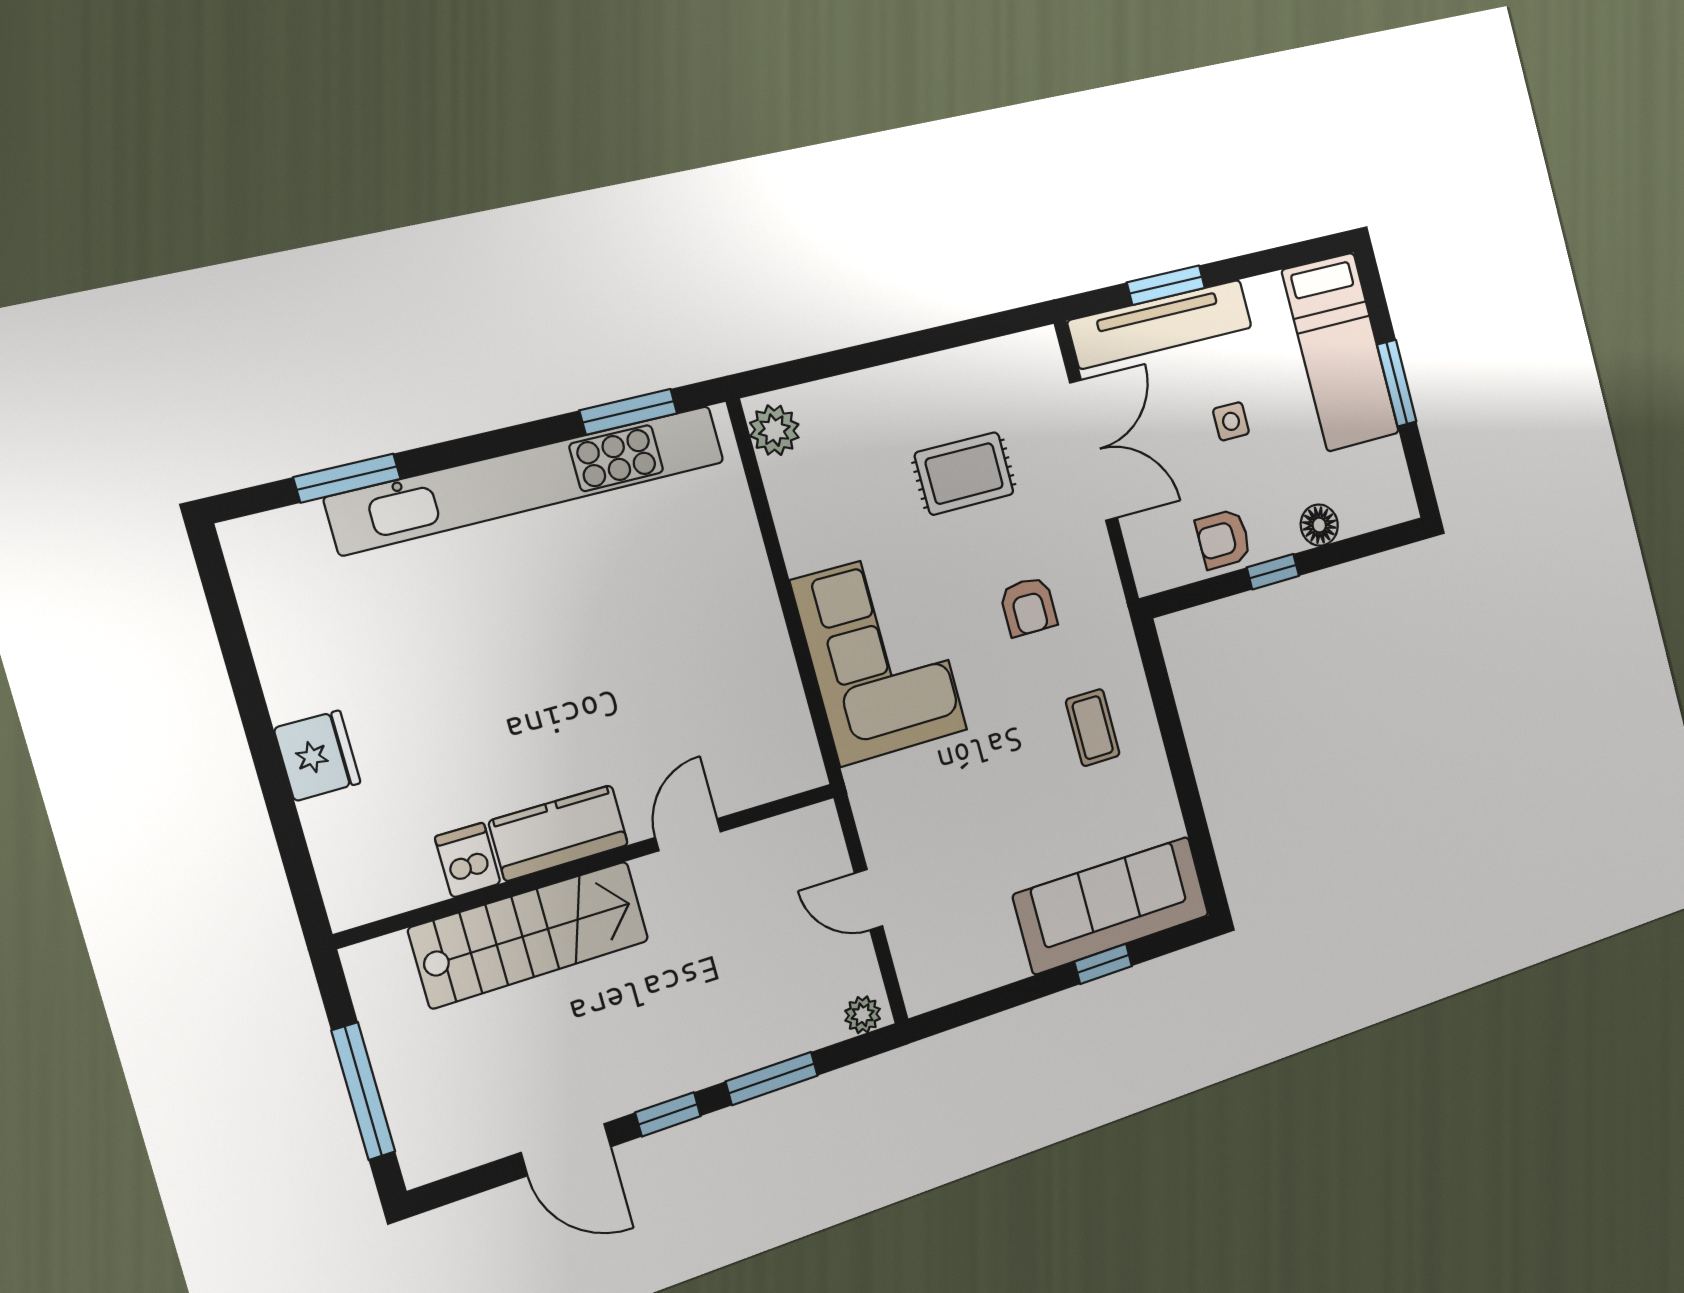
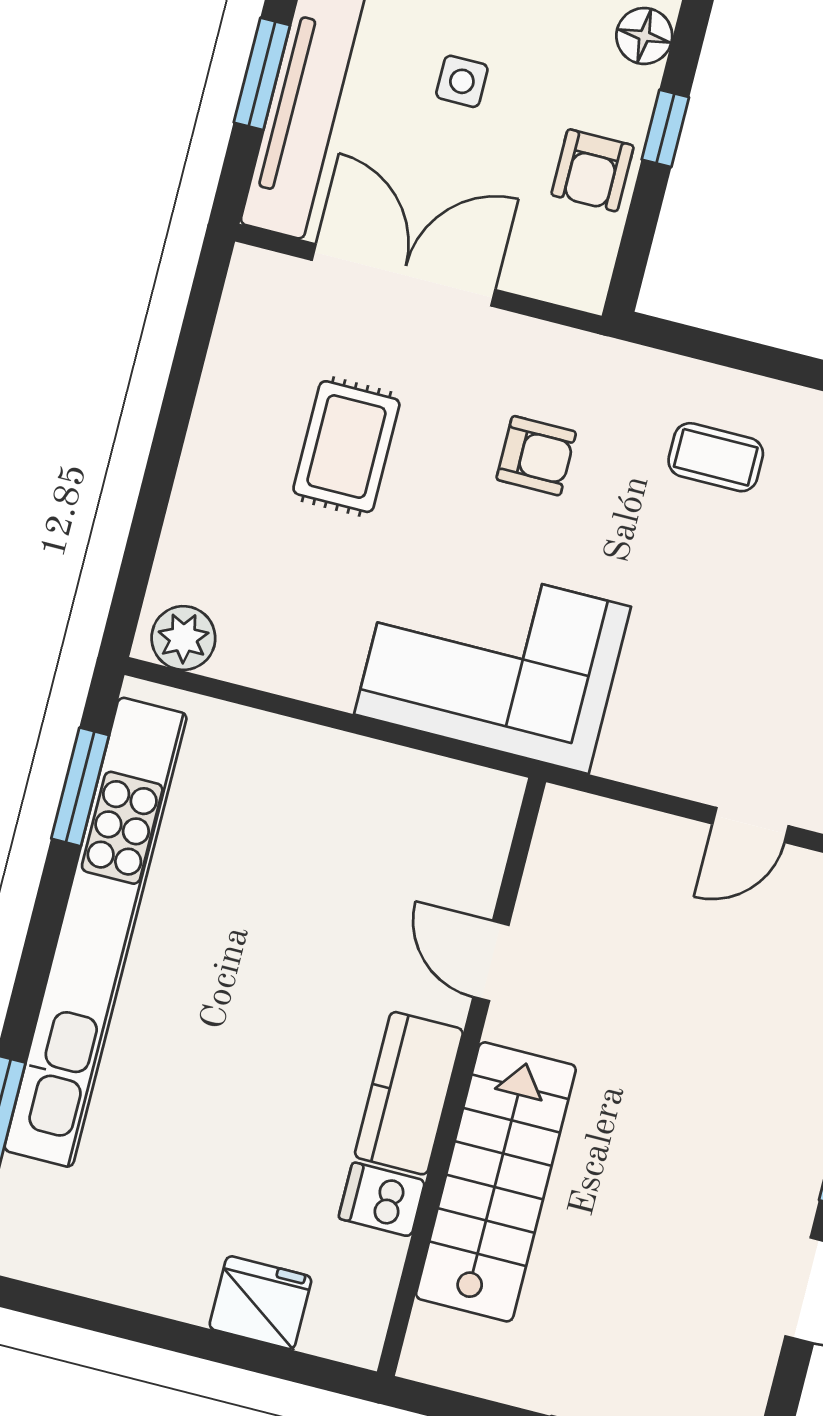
kitchen counter: (559, 833) -> (409, 1093), moved
door: (688, 835) -> (491, 961), moved
dishwasher: (468, 860) -> (382, 1199), moved
wall: (593, 864) -> (462, 1077), moved
stairs: (530, 934) -> (496, 1182), moved

